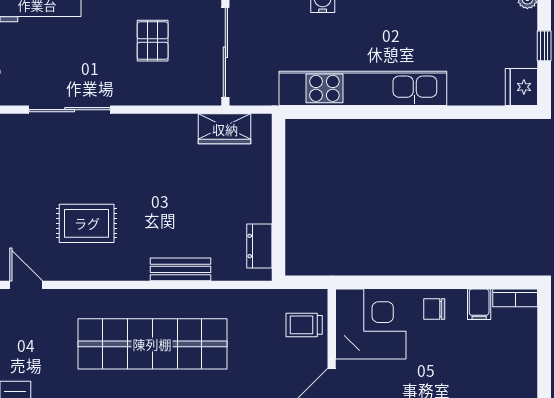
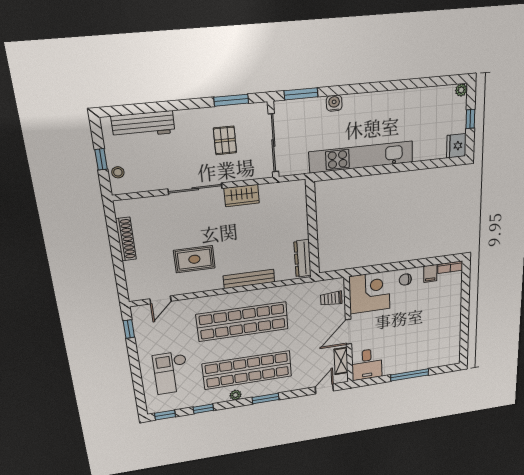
sliding door: (70, 110) -> (195, 189), moved
wardrobe: (225, 129) -> (242, 196), moved
dresser: (259, 246) -> (303, 258), width x1.44
bench: (180, 269) -> (249, 279), width x1.36
door: (26, 285) -> (161, 300), swing flipped

